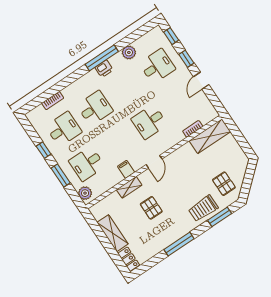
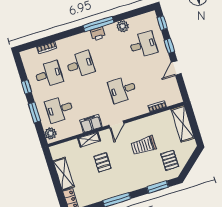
shelving: (210, 136) -> (183, 124), moved, turned 90
filing cabinet: (126, 169) -> (91, 124), width x2.00
trolley: (203, 208) -> (143, 145), moved

